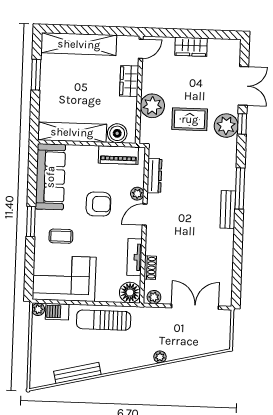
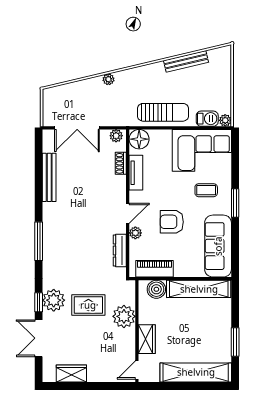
wardrobe: (191, 47) -> (71, 373), moved
bench: (228, 209) -> (49, 177), moved, width x1.36

